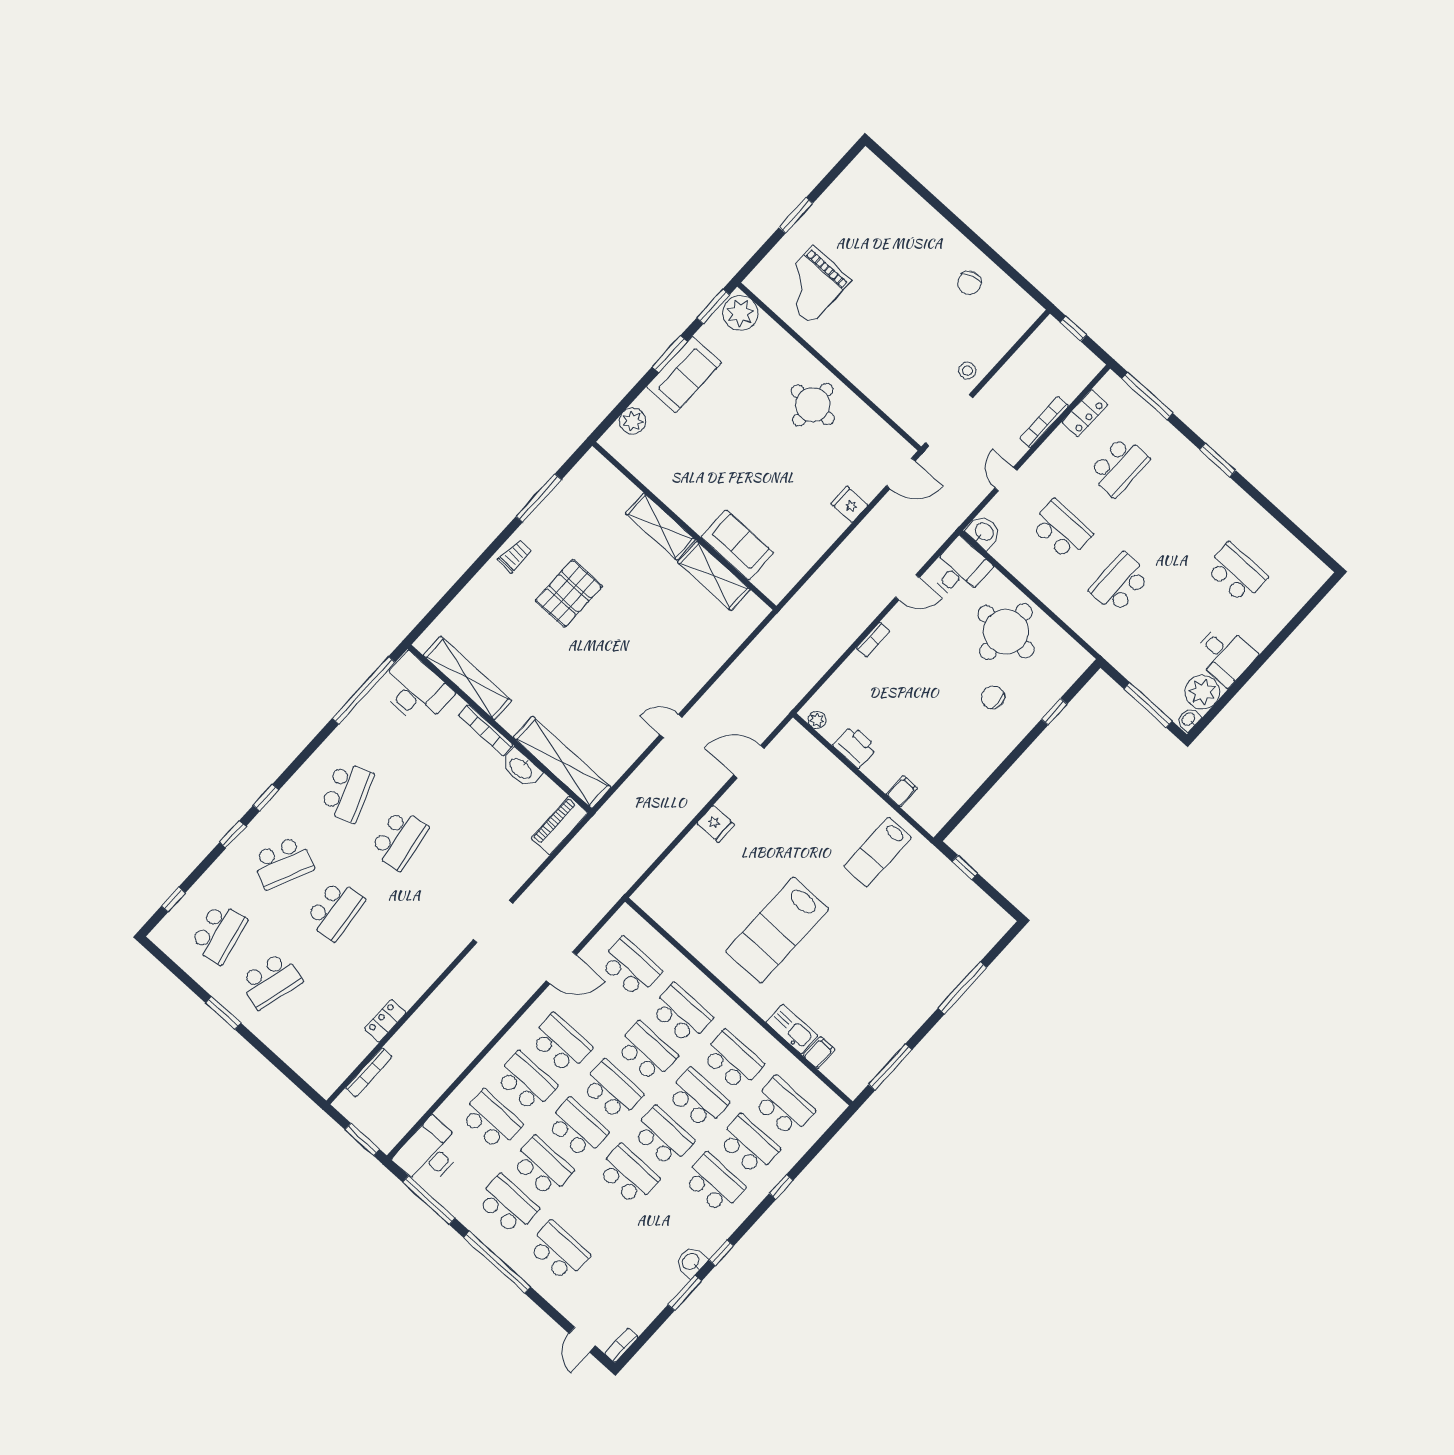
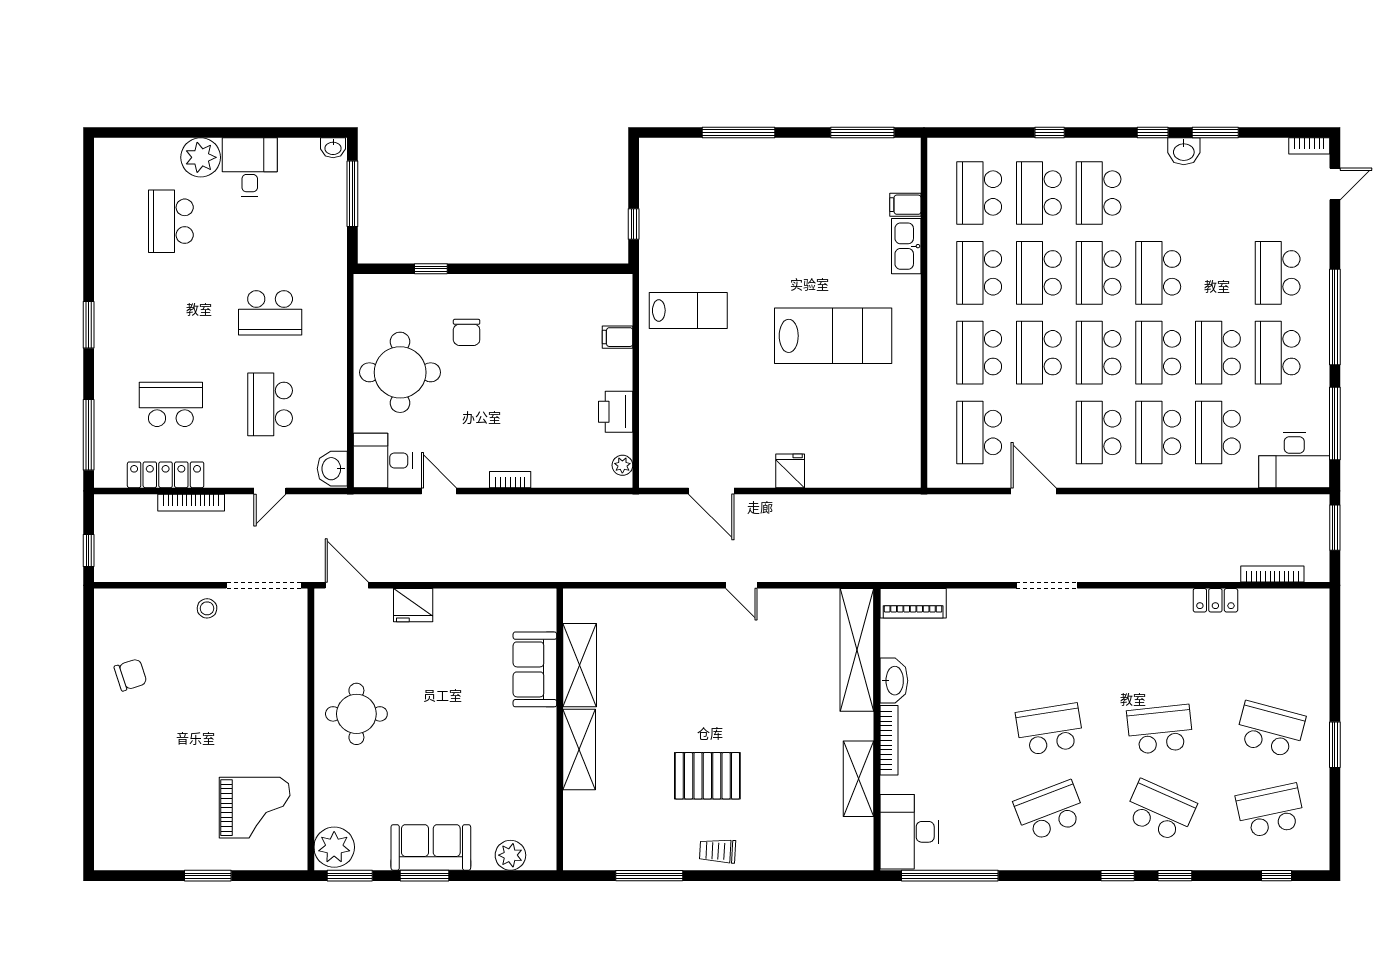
locker: (1085, 413) -> (166, 475), width x1.53
fridge: (849, 504) -> (413, 605), width x1.38
shelving: (468, 678) -> (859, 779), width x0.68
plant: (1202, 692) -> (201, 157), moved

